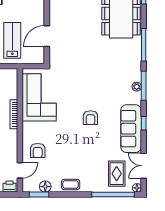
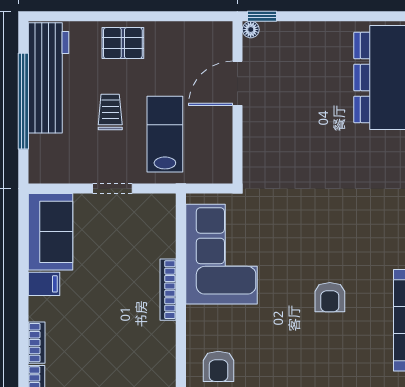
door: (47, 36) -> (237, 83), moved

